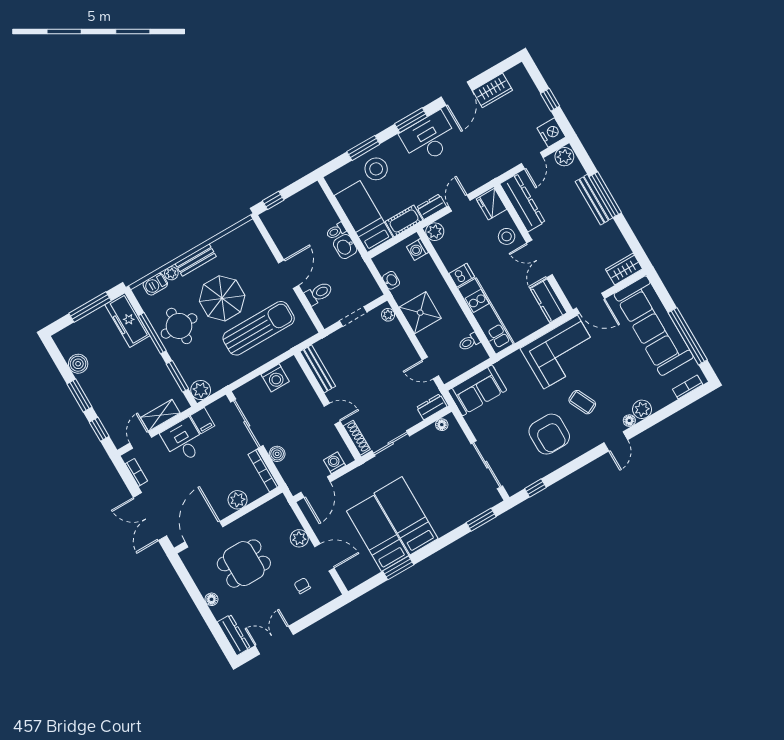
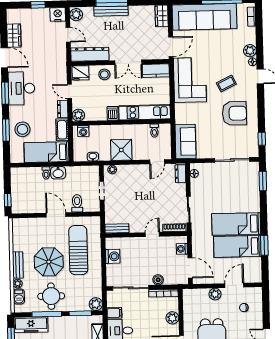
bench: (318, 369) -> (117, 228), width x0.73

